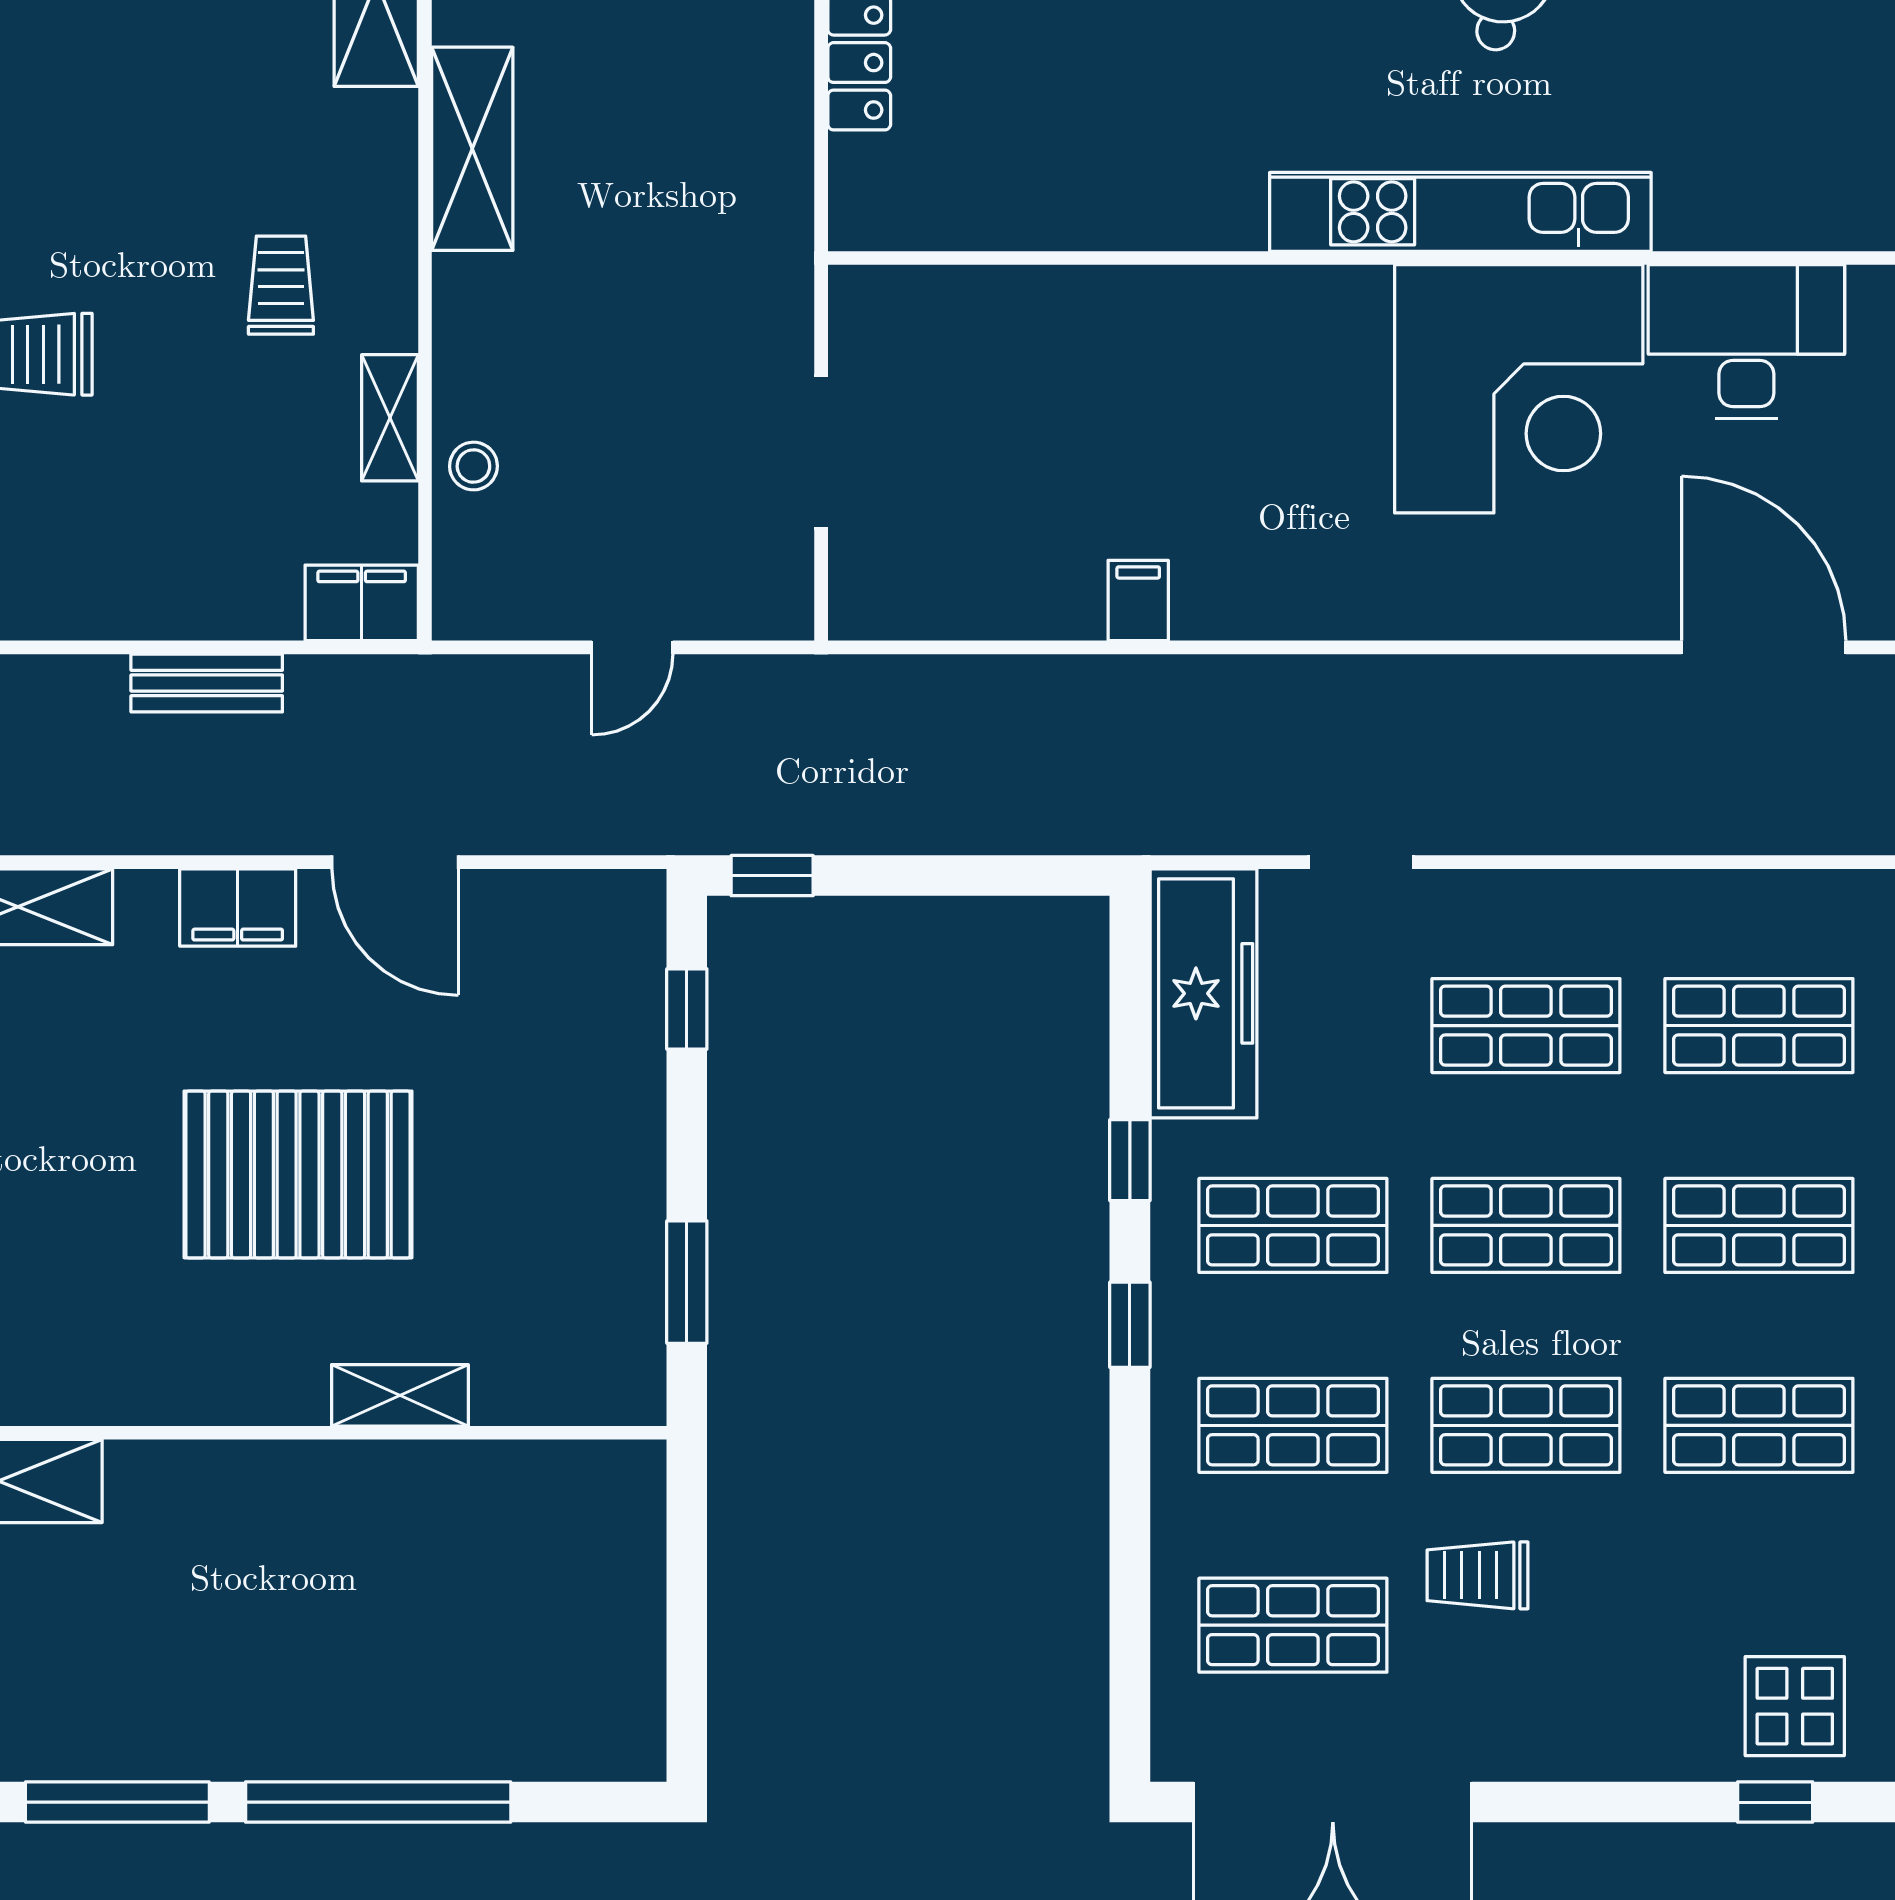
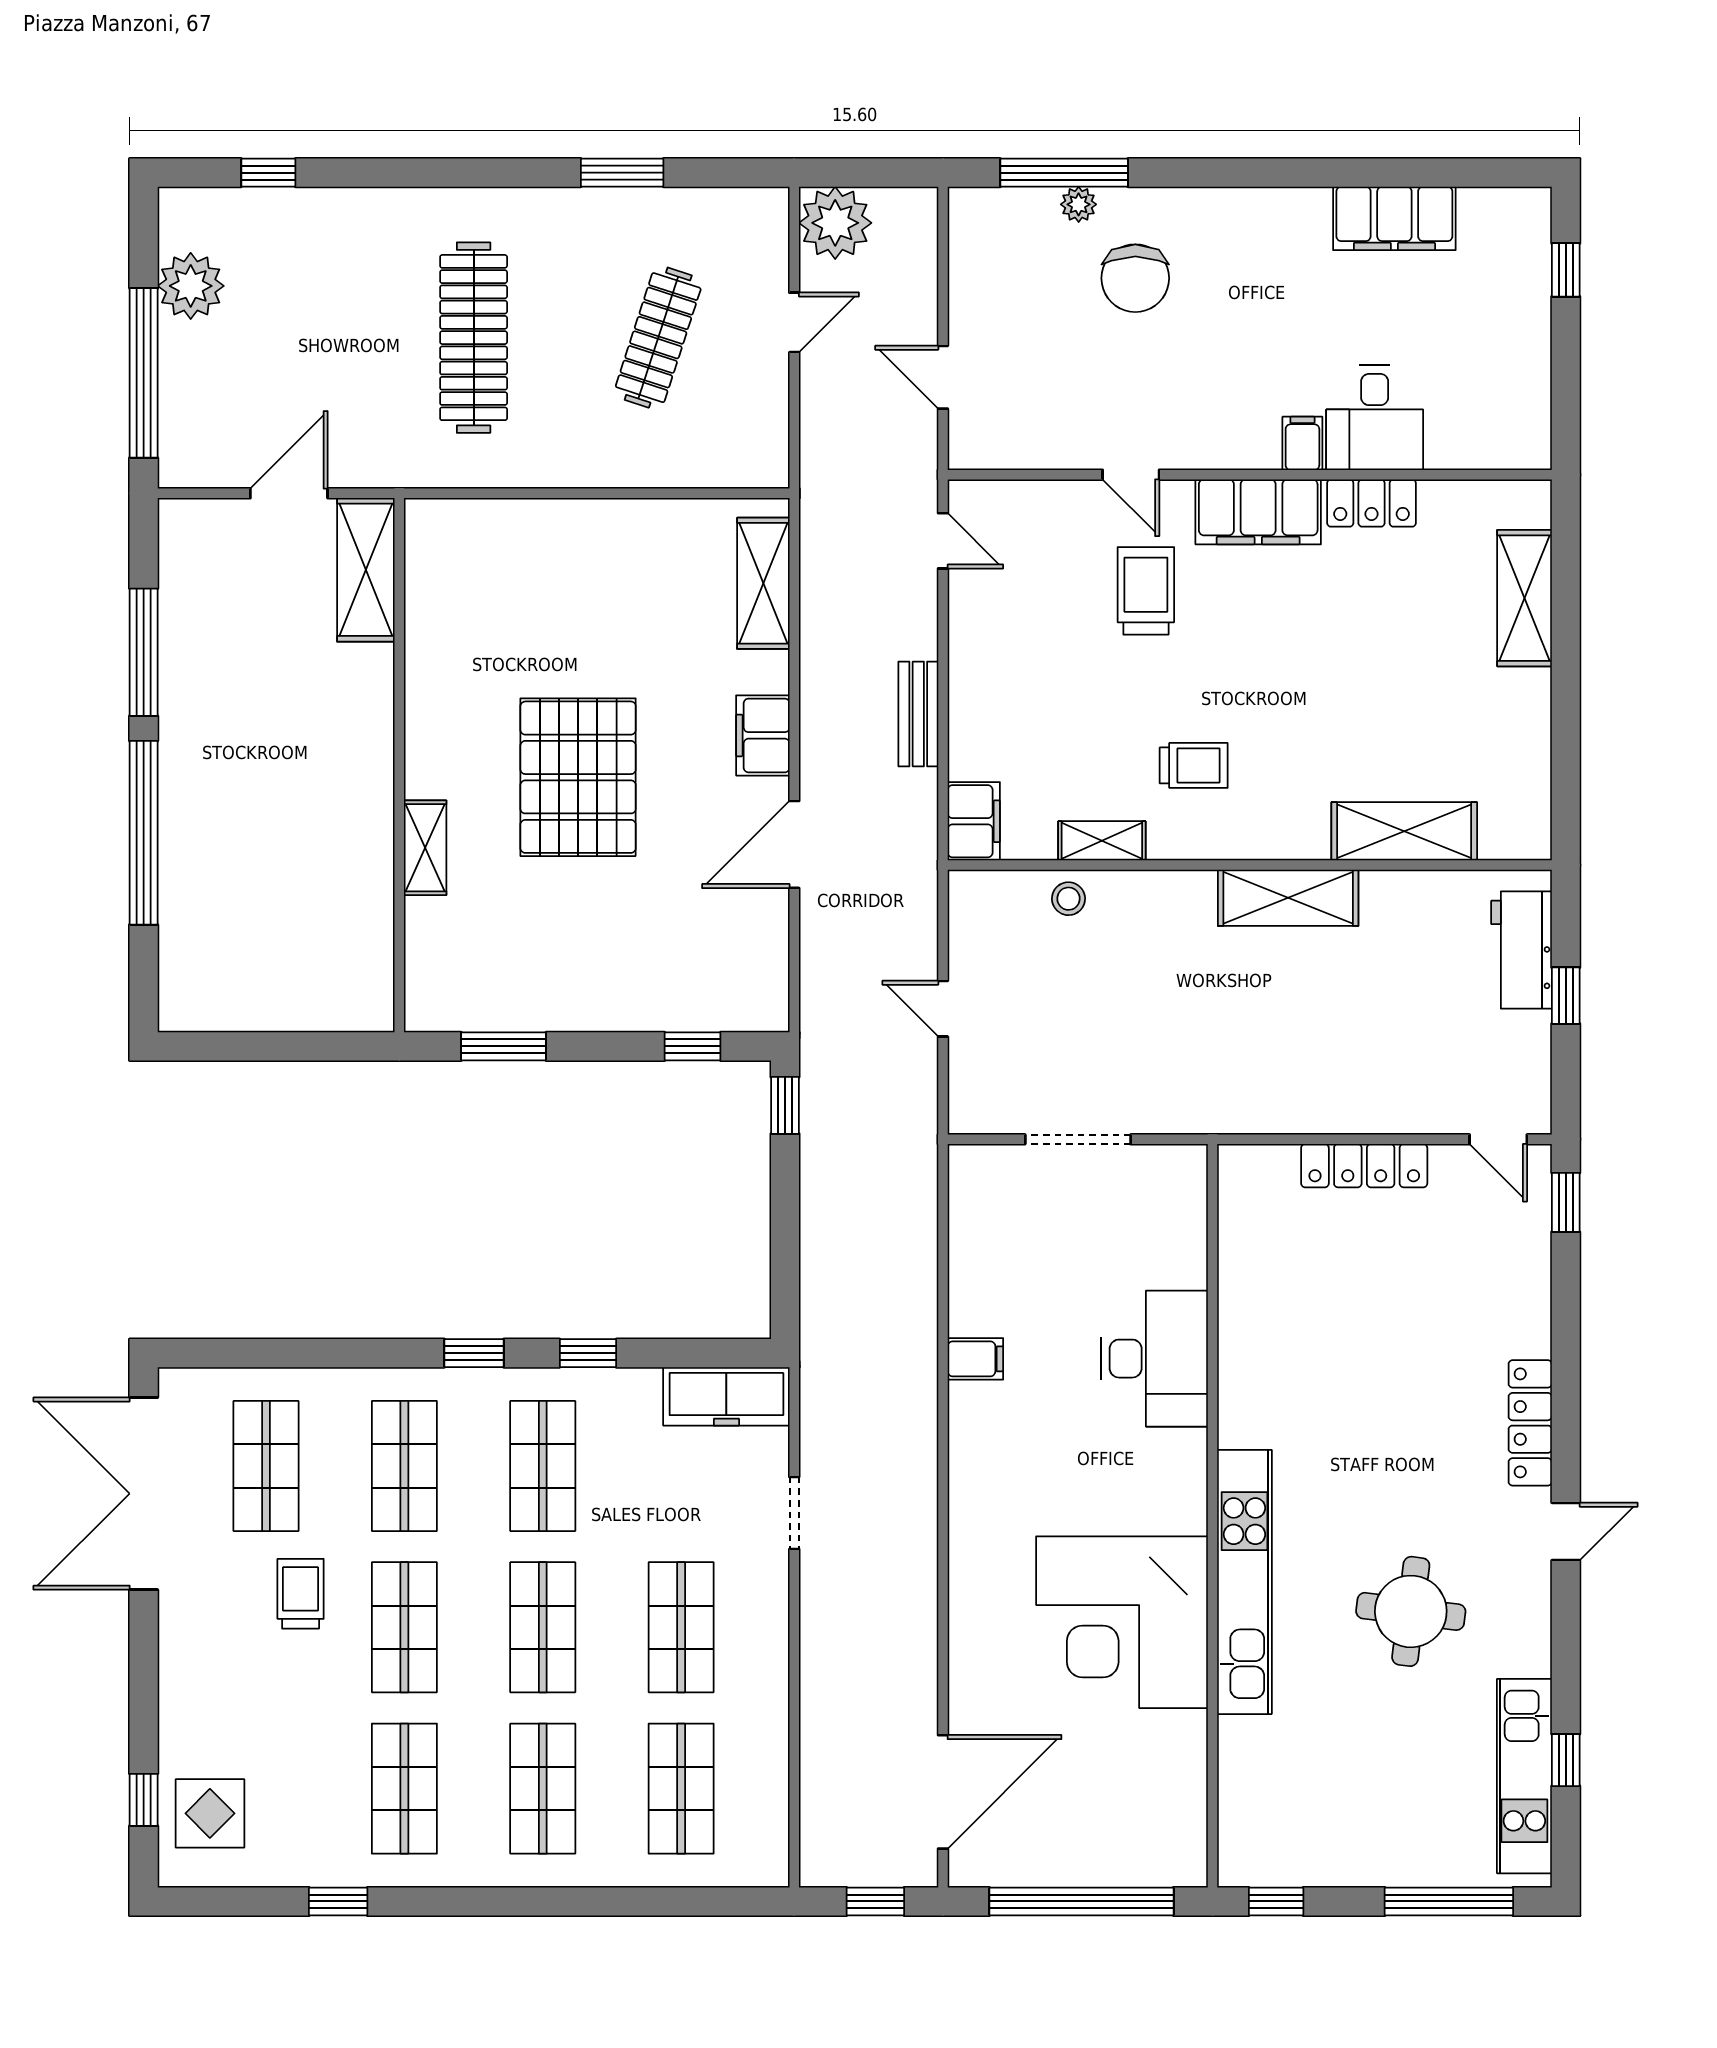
desk: (1746, 342) -> (1154, 1359), moved
freezer: (1203, 993) -> (726, 1396), width x0.73, depth x0.79

